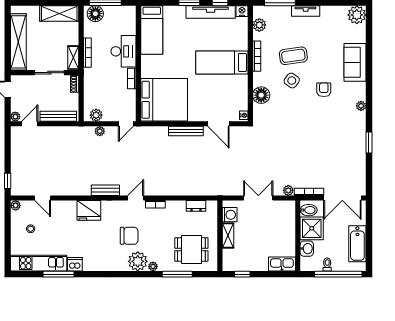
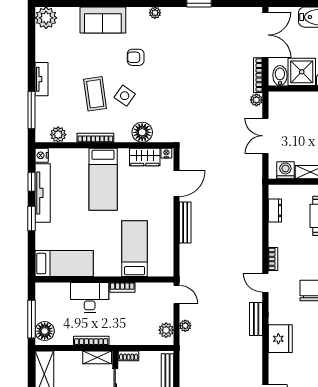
wardrobe: (241, 97) -> (145, 157), added
bed: (164, 100) -> (135, 249), width x0.49

